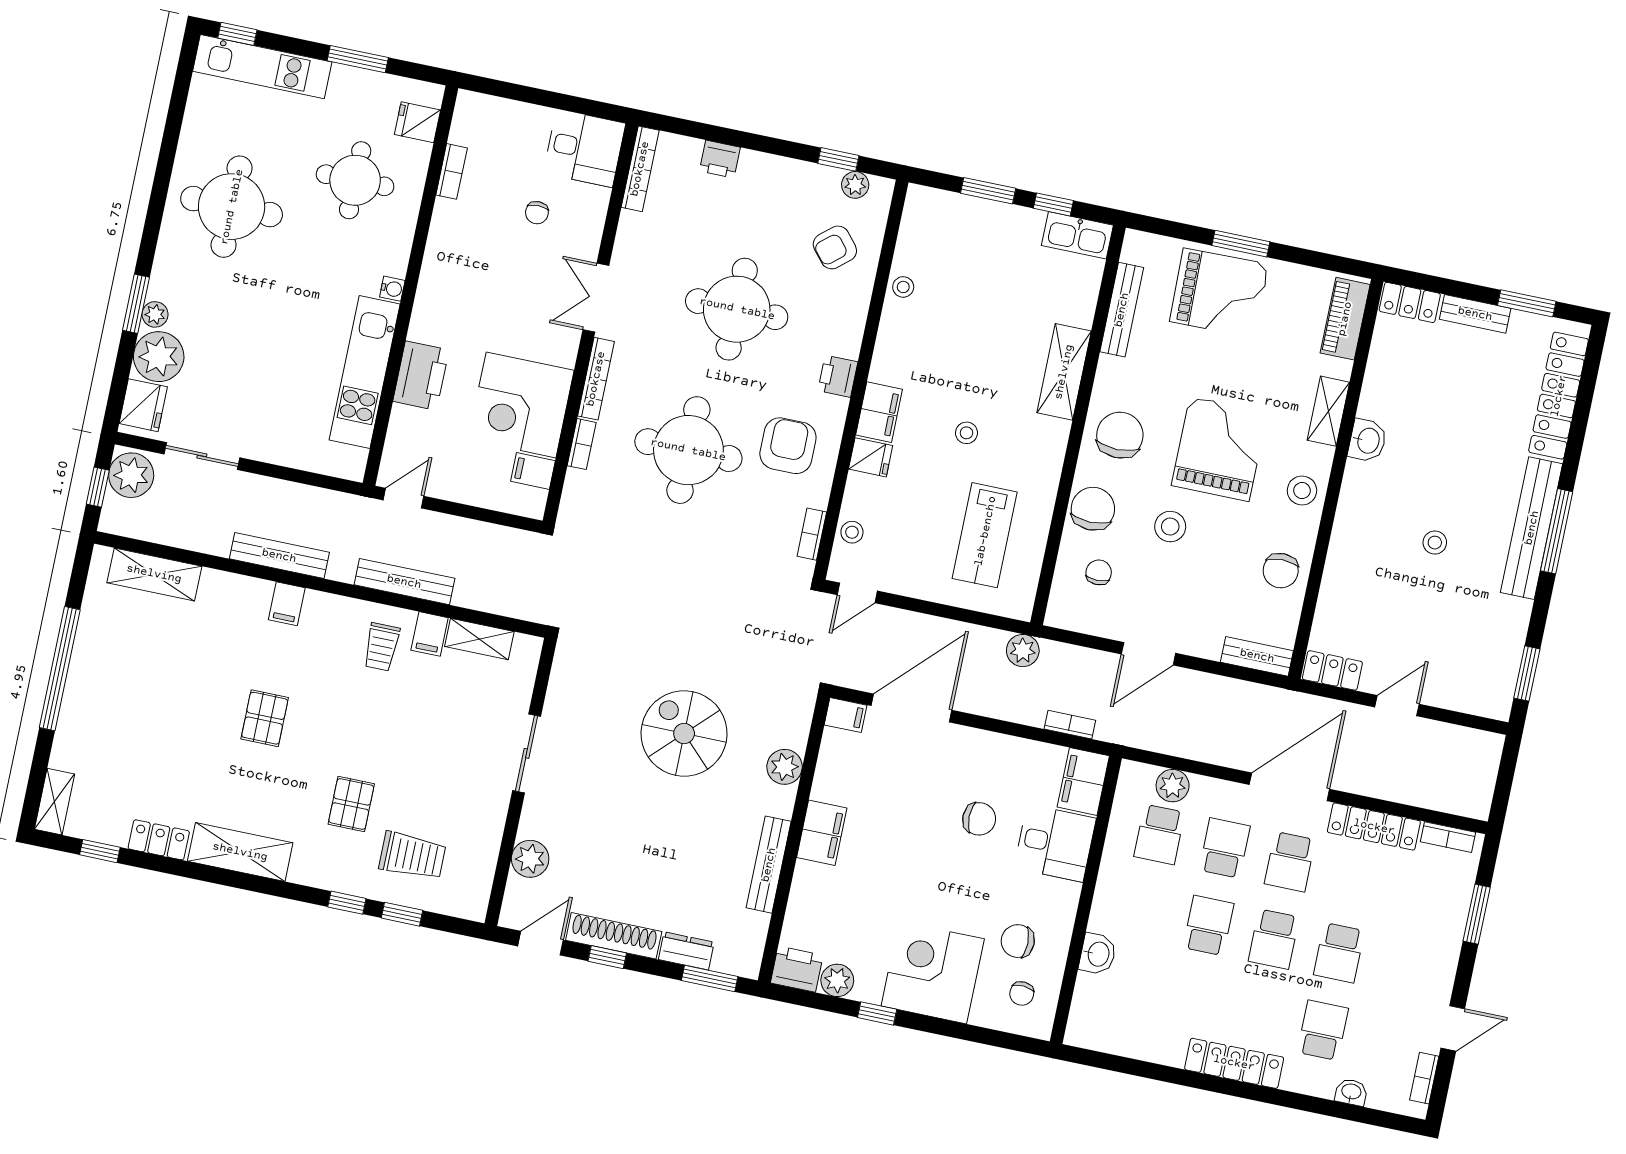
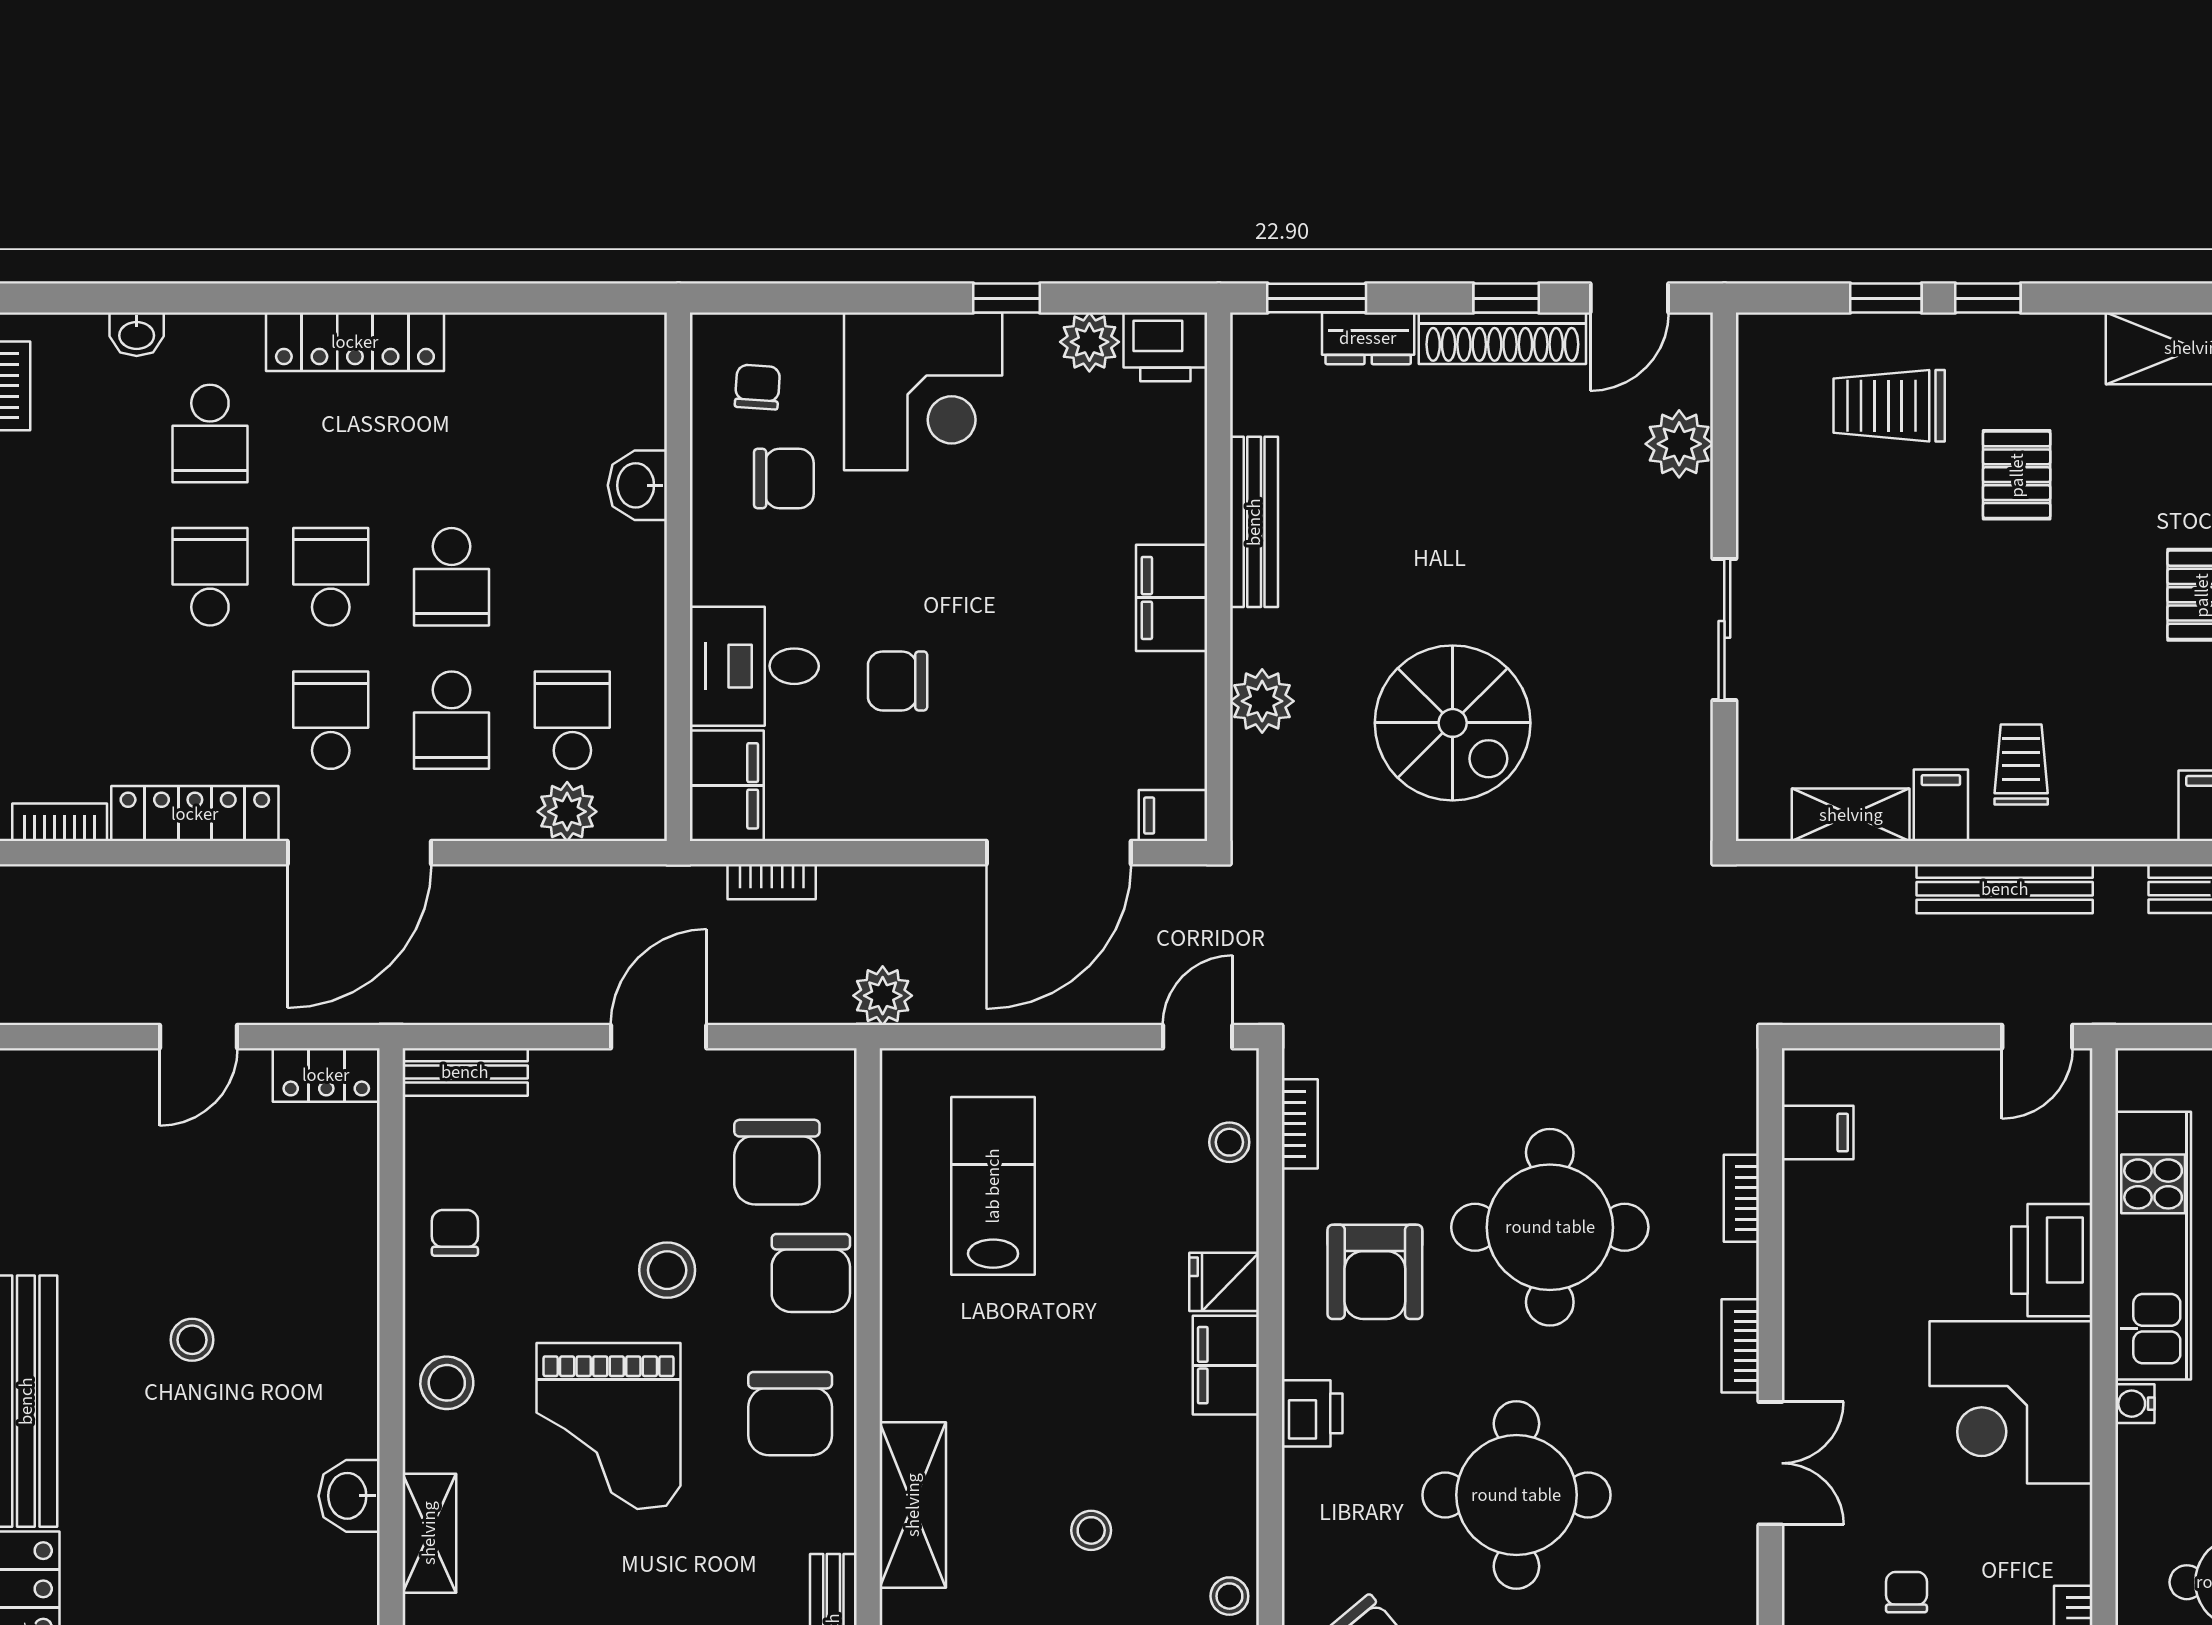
bookcase: (596, 379) -> (1740, 1346), width x0.64
corner desk: (521, 405) -> (2011, 1402), moved, turned 180
stool: (966, 433) -> (1091, 1530), moved
chair: (1281, 571) -> (455, 1233), width x0.73, depth x0.73
chair: (1099, 572) -> (777, 1162), width x1.87, depth x1.87

